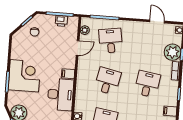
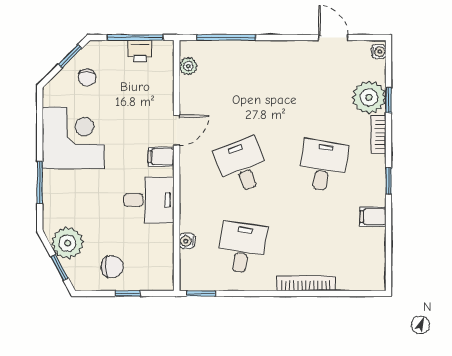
desk: (111, 41) -> (242, 83), removed
door: (78, 48) -> (177, 130), moved
corner desk: (24, 76) -> (73, 138), moved
desk: (108, 81) -> (242, 166), turned -33
desk: (60, 95) -> (149, 200), width x0.73

